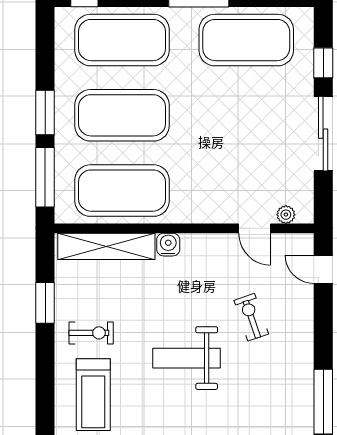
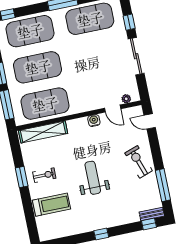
water cooler: (168, 245) -> (94, 121), moved
window: (45, 303) -> (22, 177), moved
exercise bike: (251, 317) -> (139, 162), moved, width x1.38, depth x1.39
weight bench: (186, 358) -> (93, 178), turned 90
treadmill: (93, 395) -> (52, 205), turned -90

